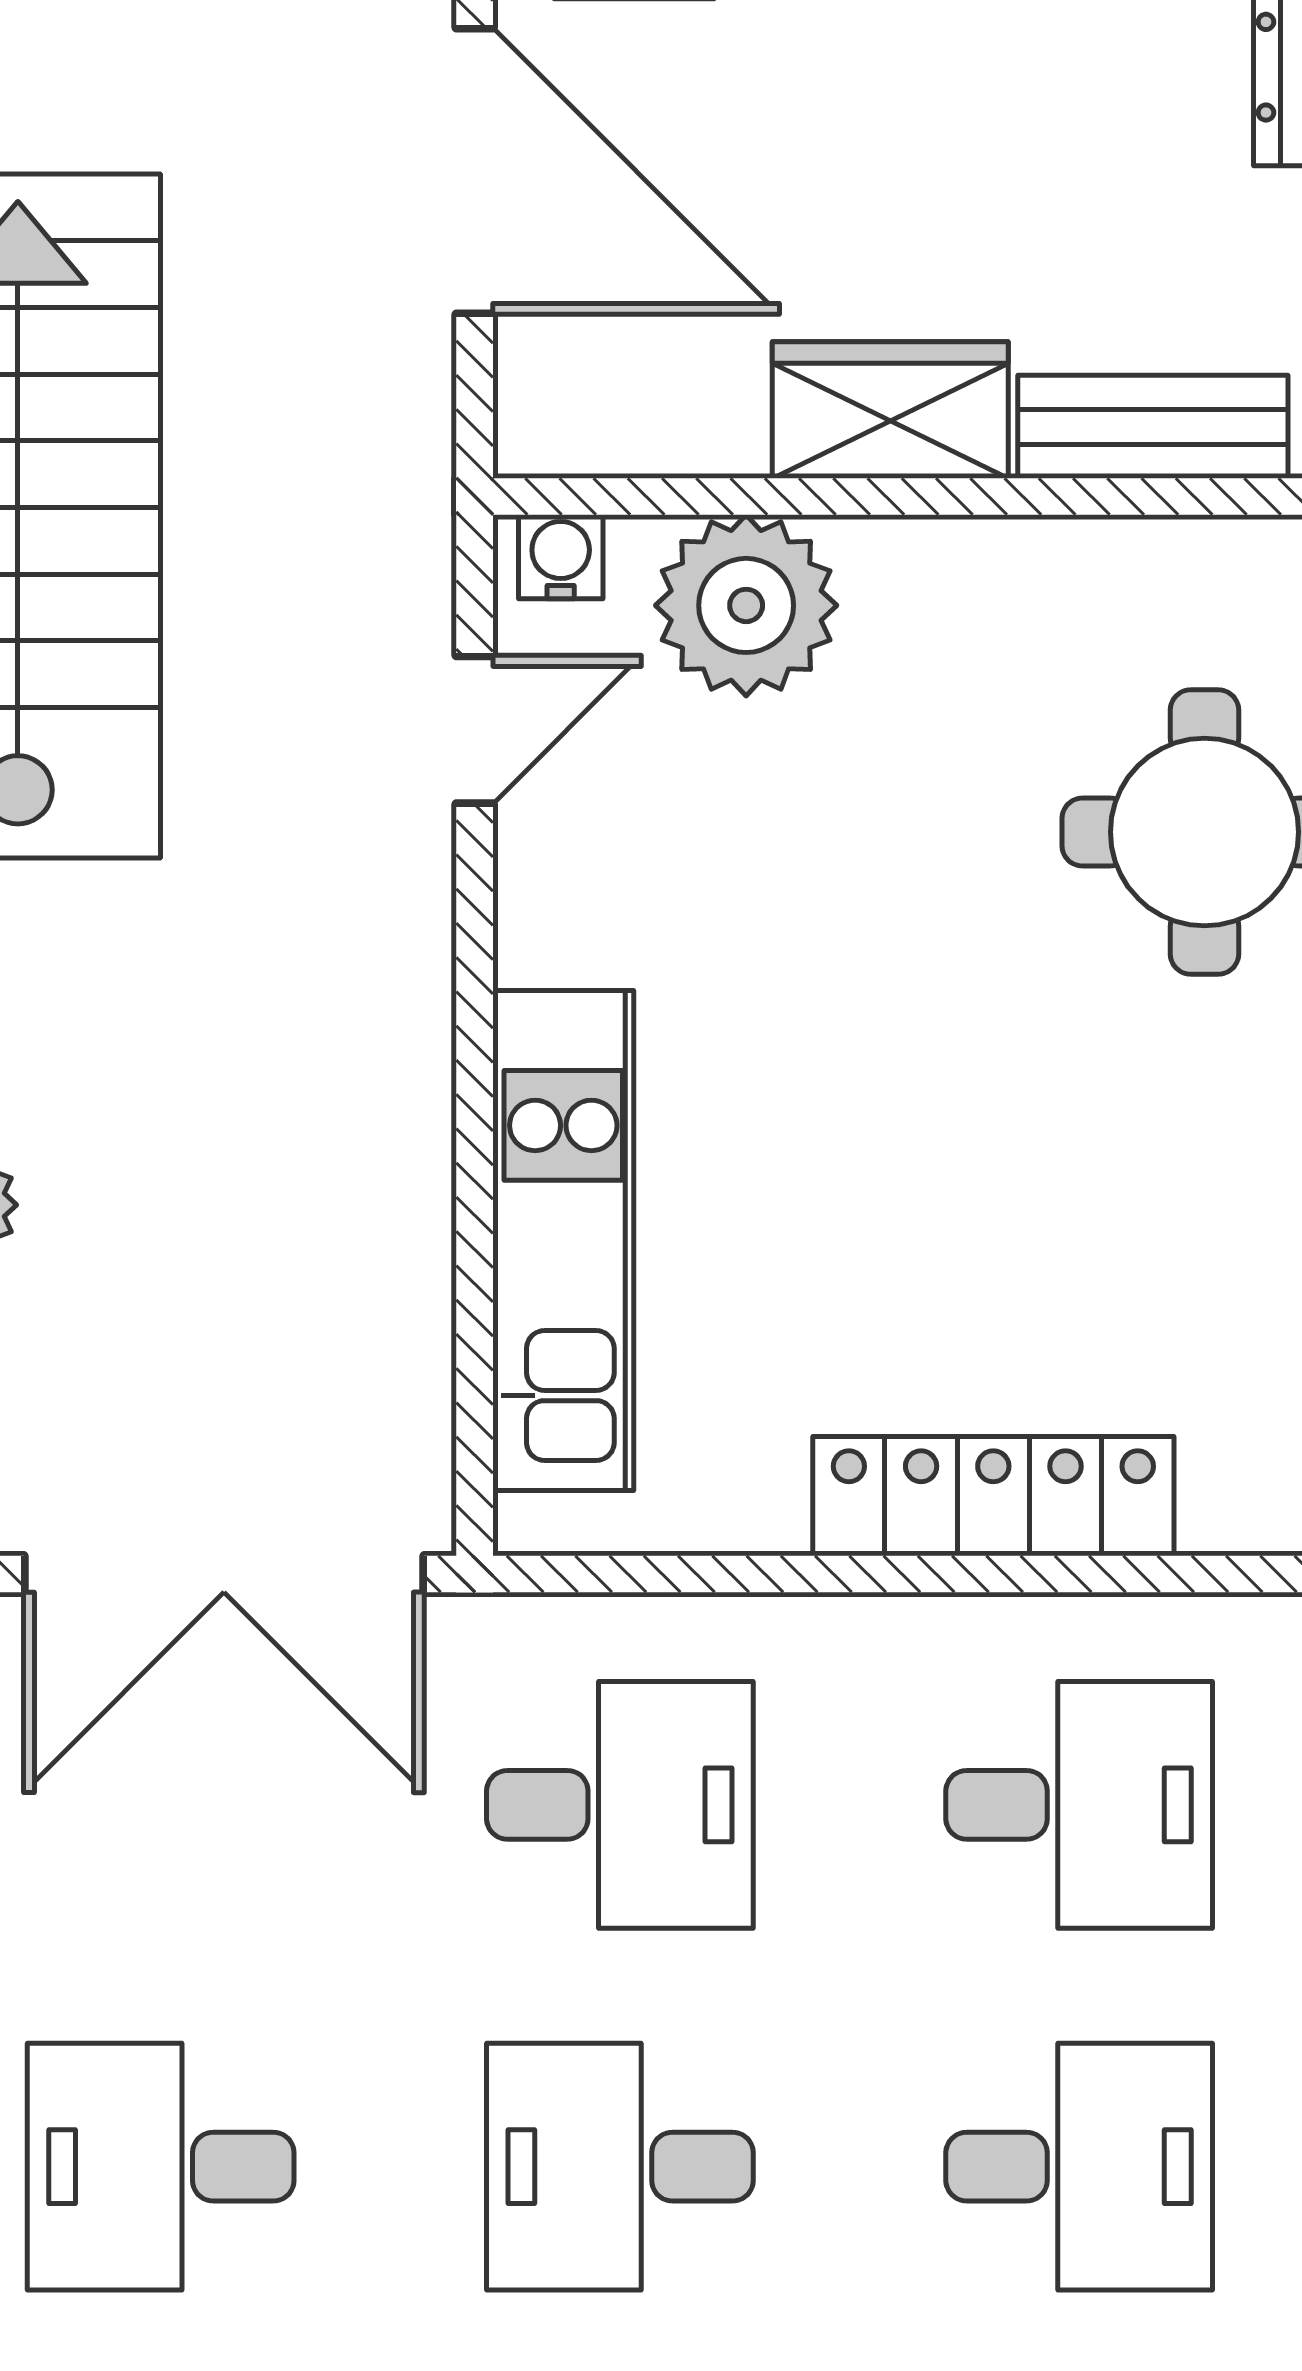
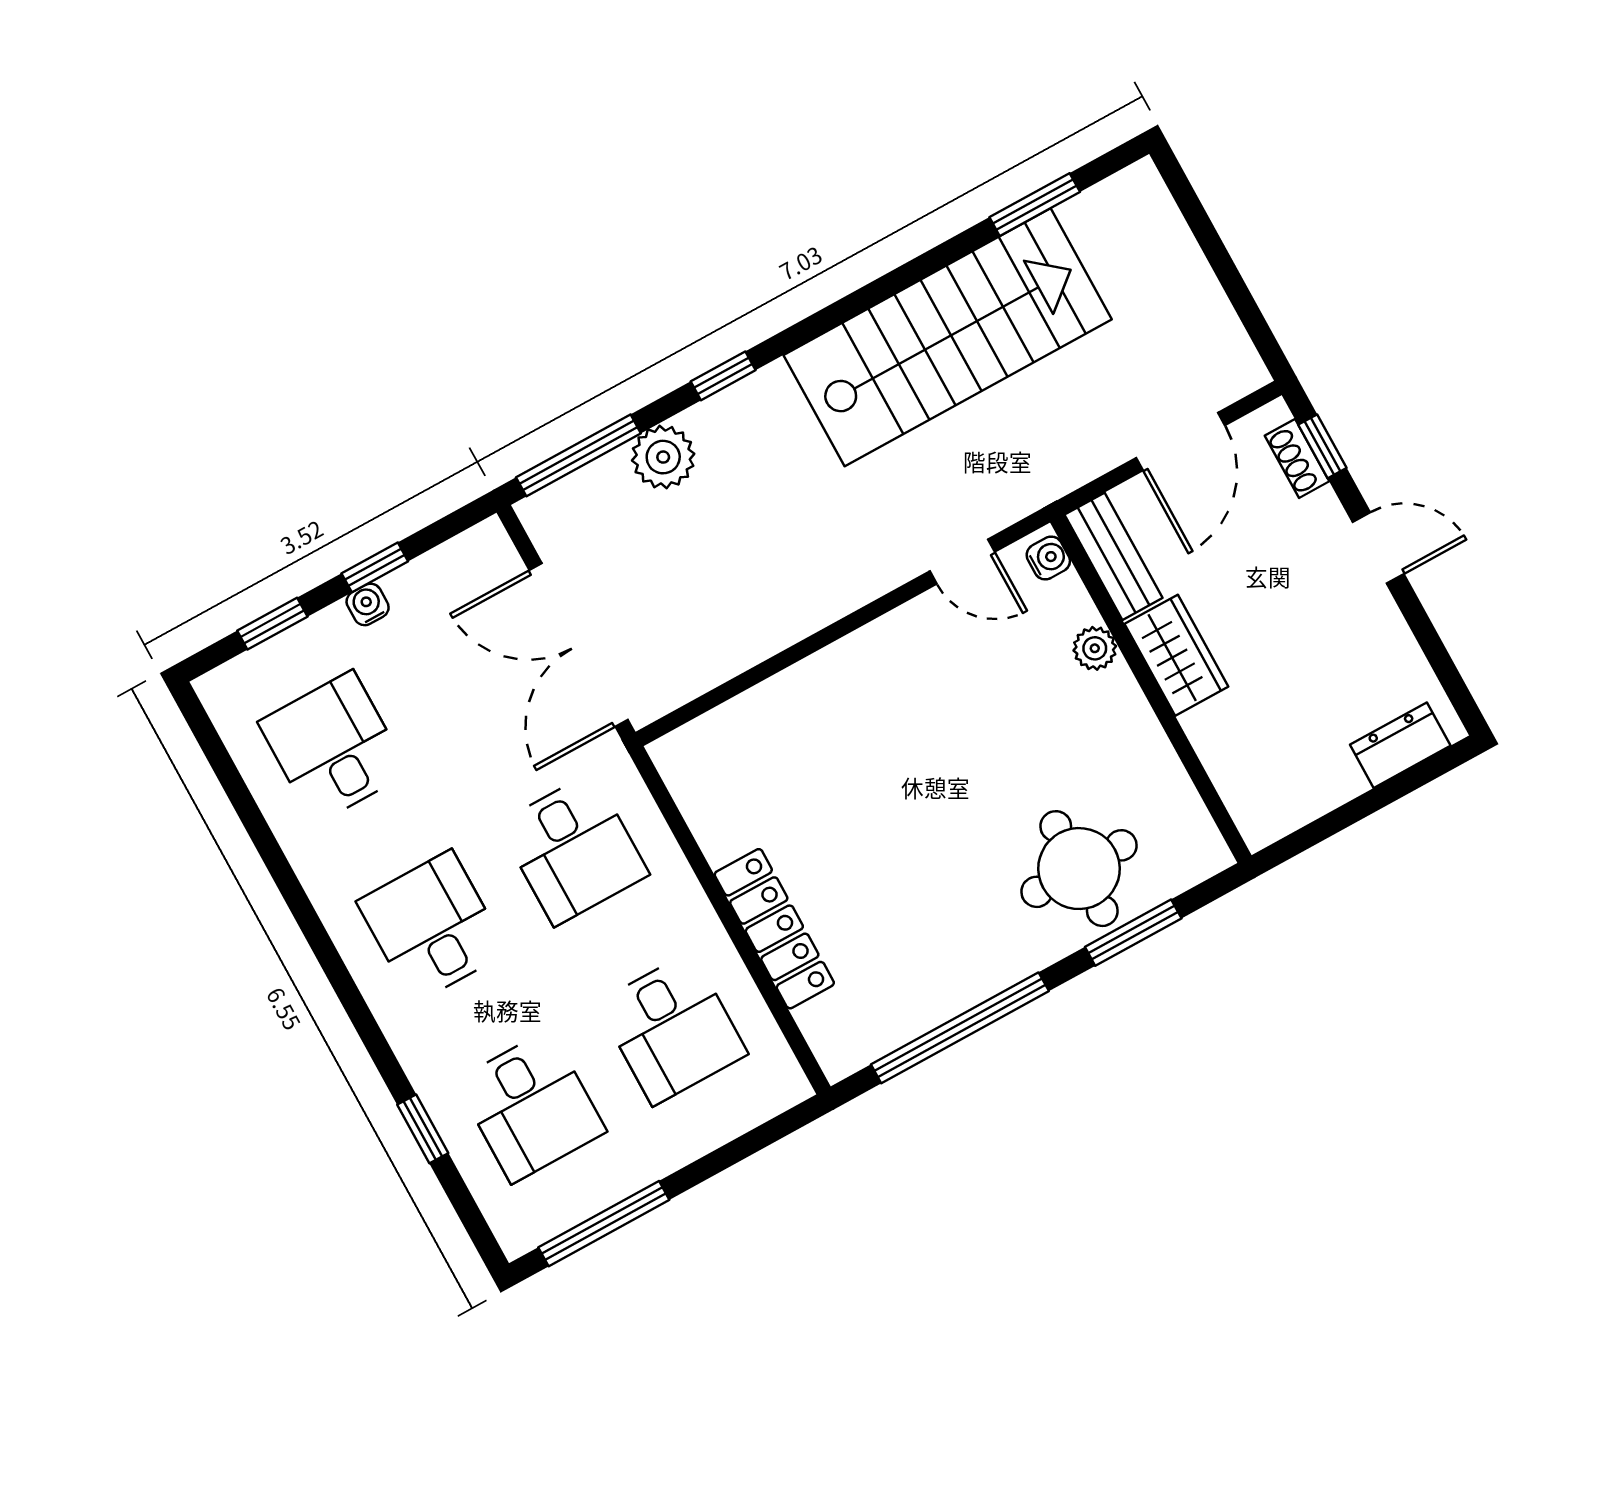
door: (475, 171) -> (1180, 442), width x0.73
bench: (1153, 427) -> (1113, 556), moved
plant: (746, 605) -> (1095, 648), width x0.53, depth x0.53
kitchen unit: (563, 1240) -> (782, 706), removed

